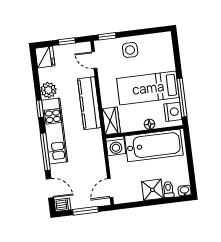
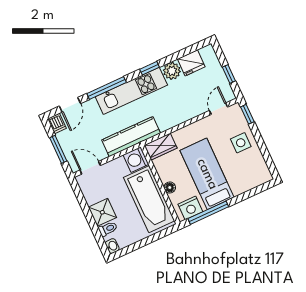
fridge: (45, 57) -> (191, 63), moved
kitchen counter: (89, 103) -> (131, 137), moved

